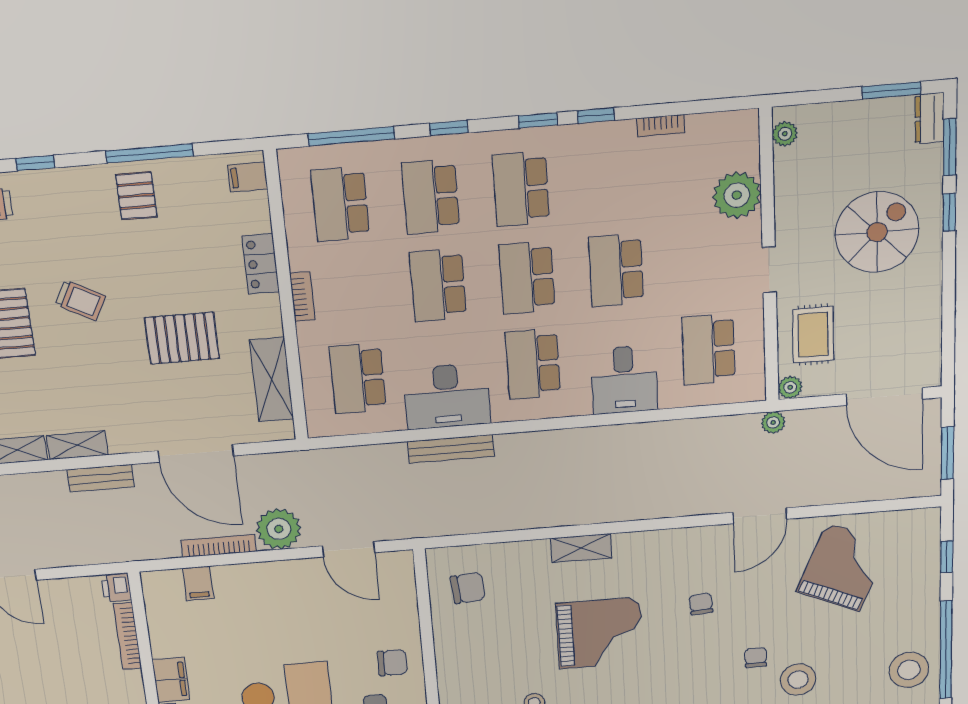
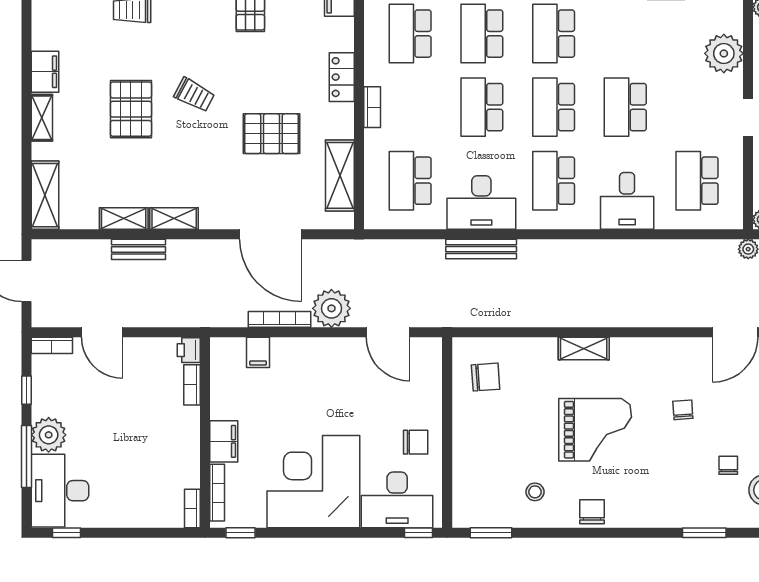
bench: (100, 478) -> (139, 249), moved
bookcase: (127, 636) -> (192, 385), width x0.64

